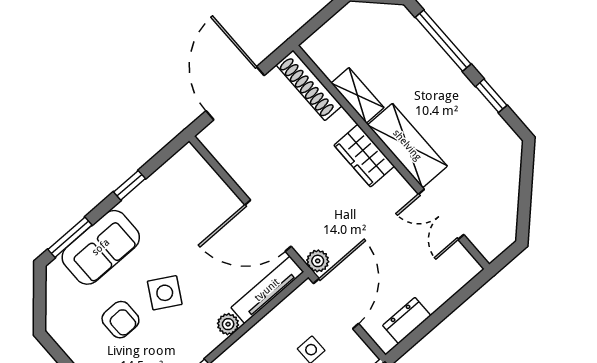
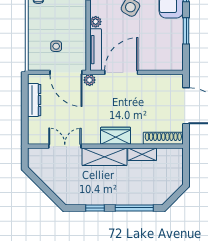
window: (130, 185) -> (186, 31), width x1.50
dresser: (407, 321) -> (34, 100), width x1.44

